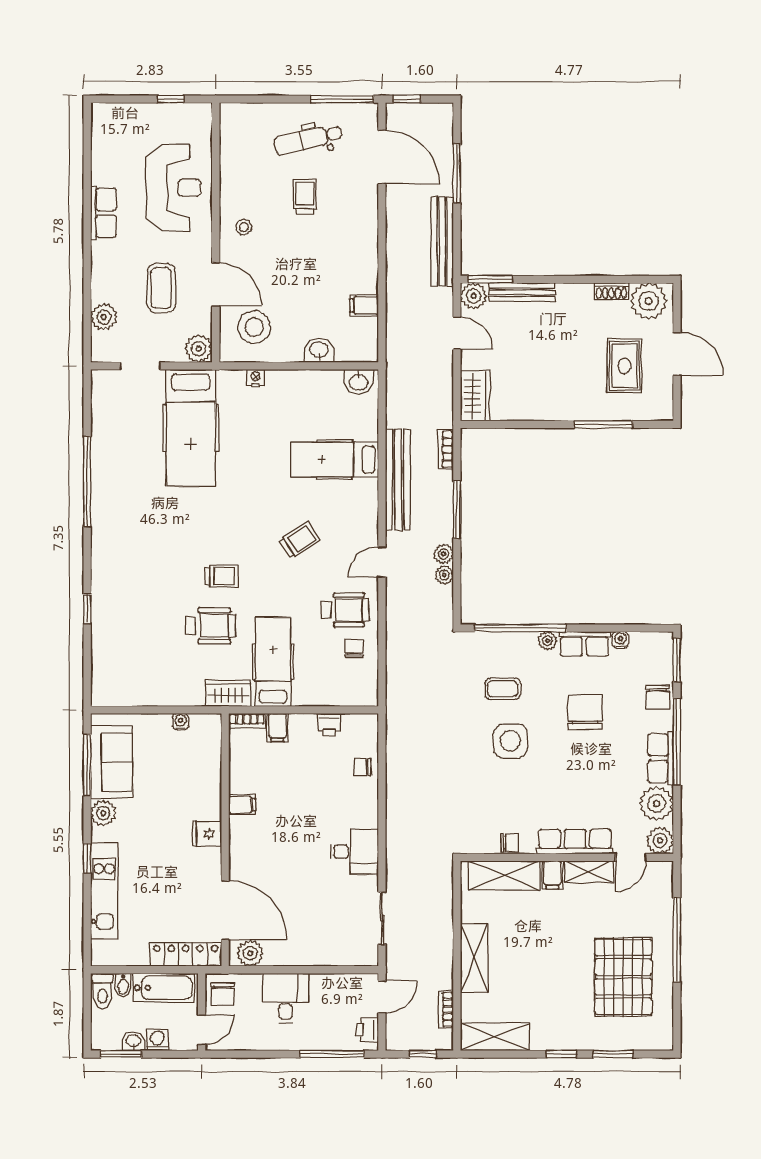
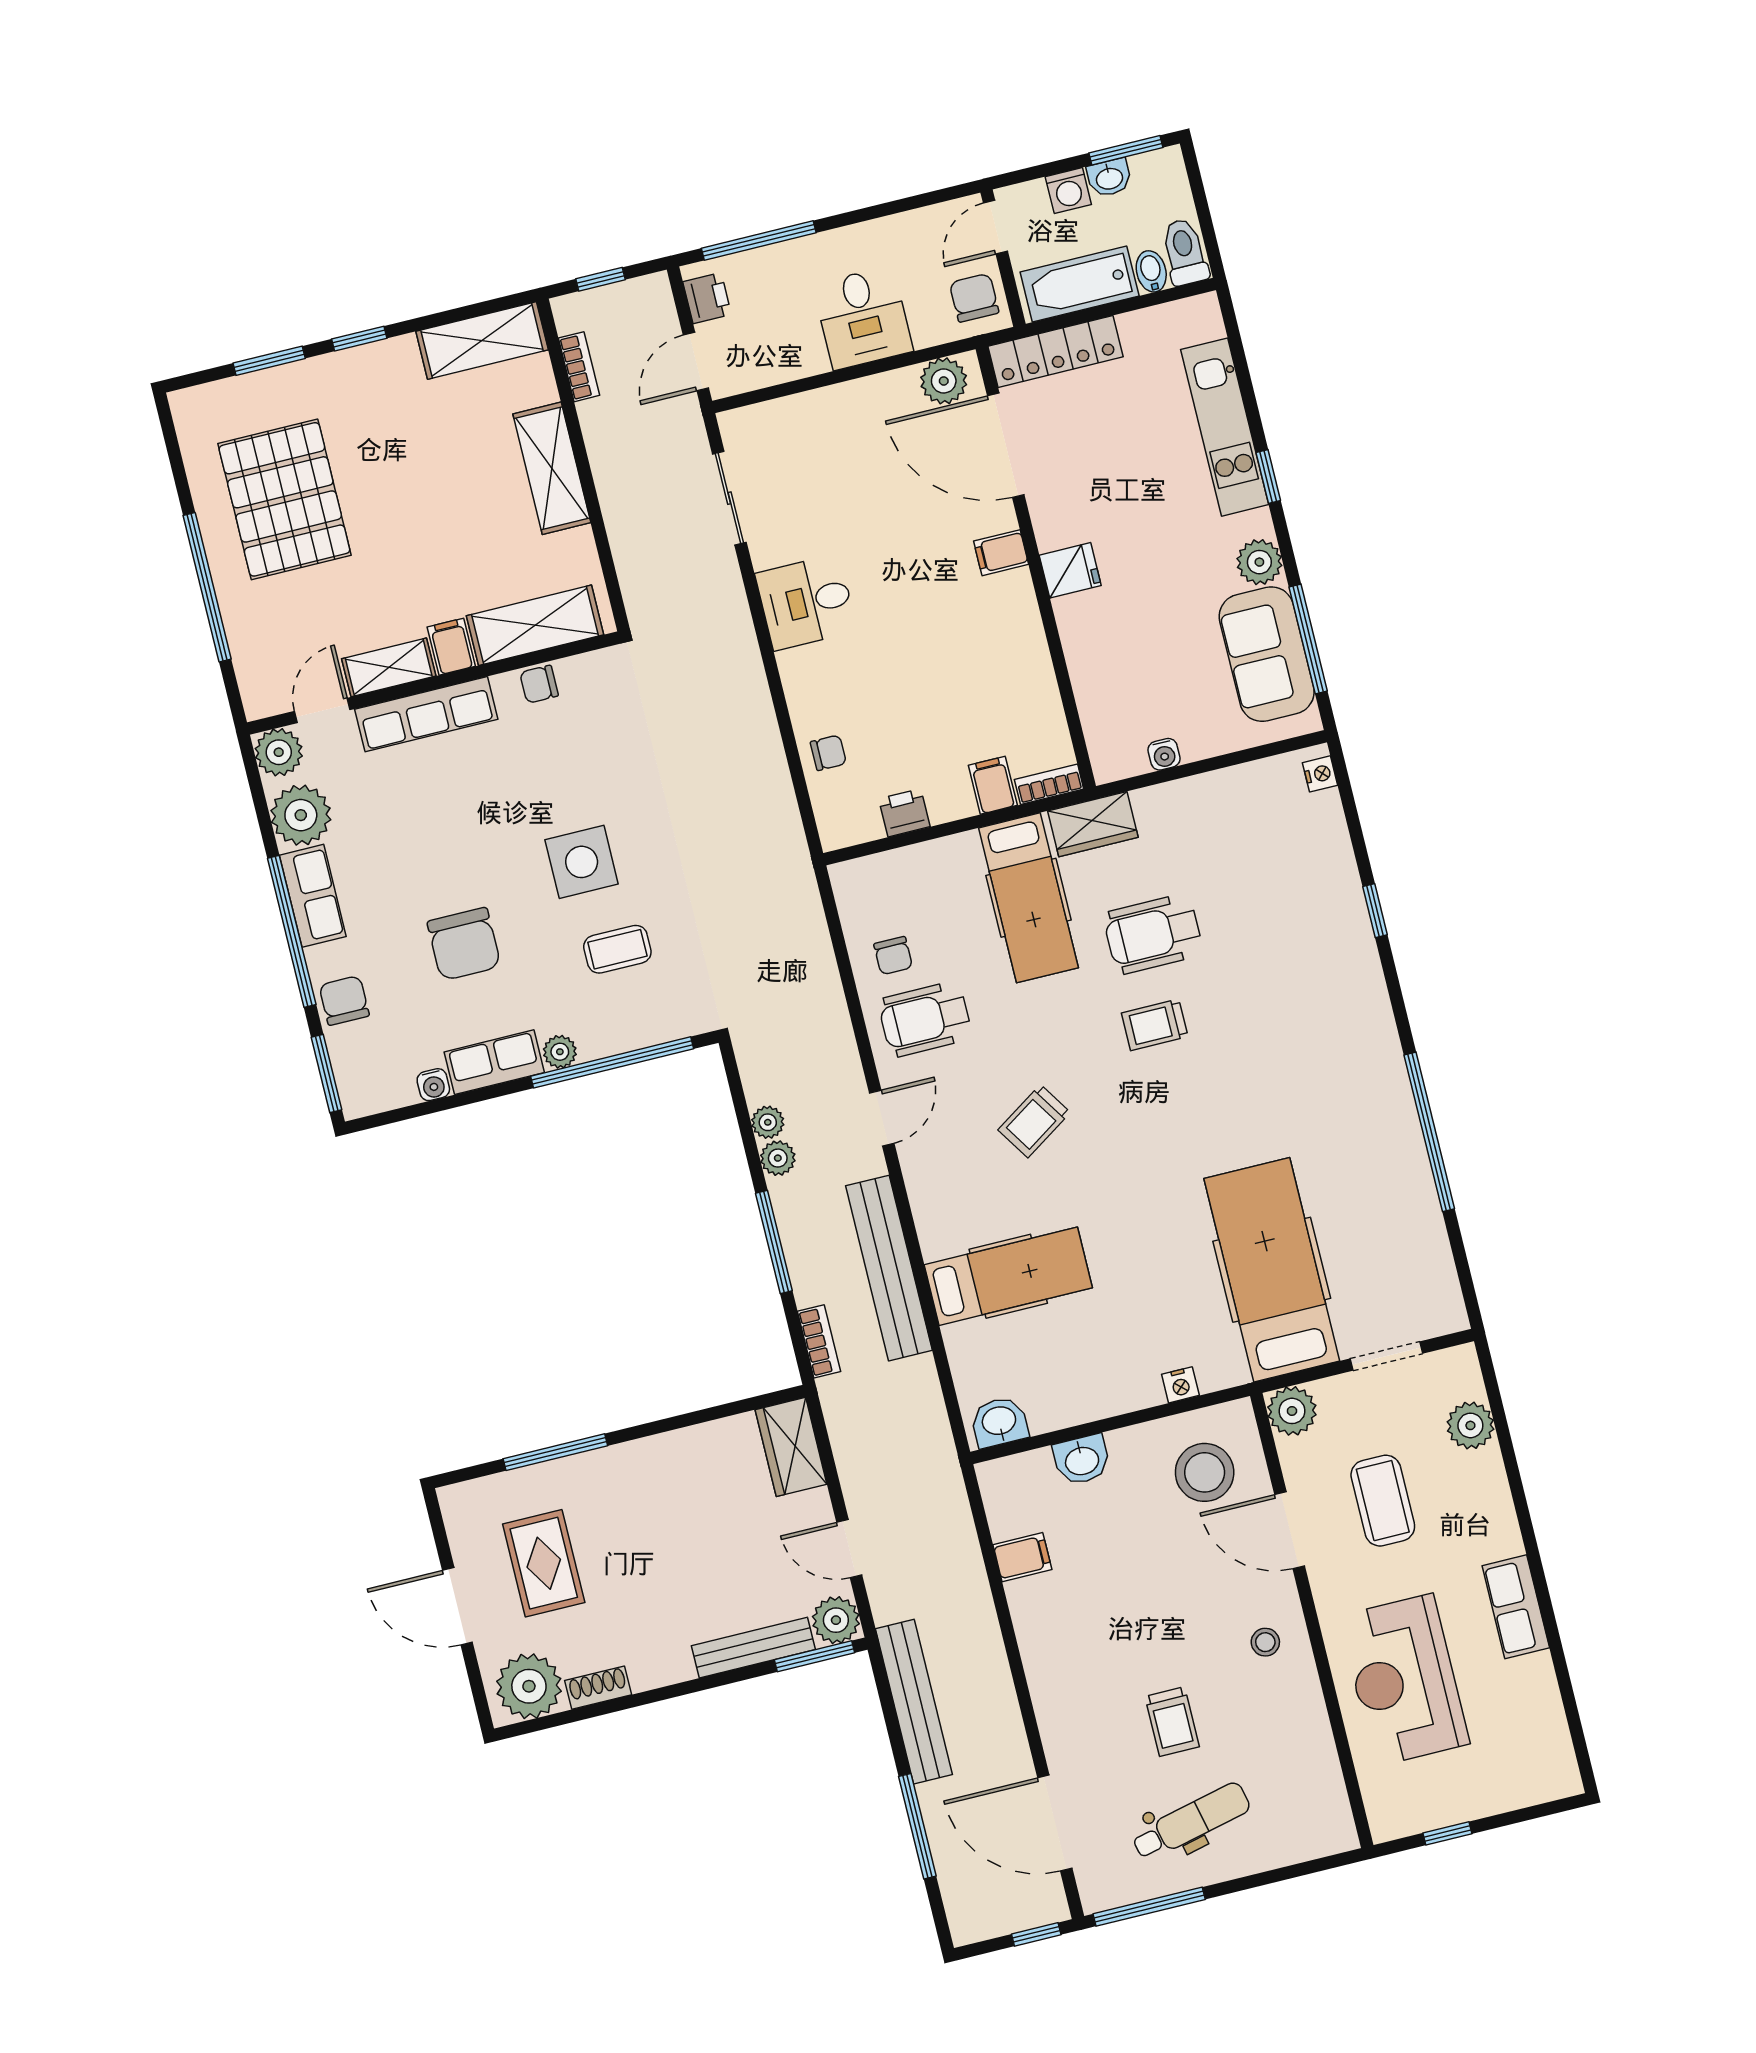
nightstand: (99, 690) -> (1320, 774), added
filing cabinet: (242, 805) -> (1001, 553), moved

